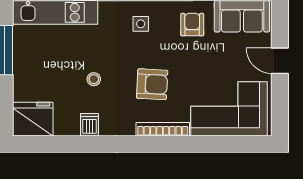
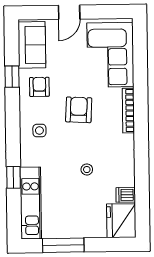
armchair: (192, 25) -> (39, 87), turned 90
armchair: (152, 84) -> (79, 110), moved
dishwasher: (90, 125) -> (126, 195), moved

